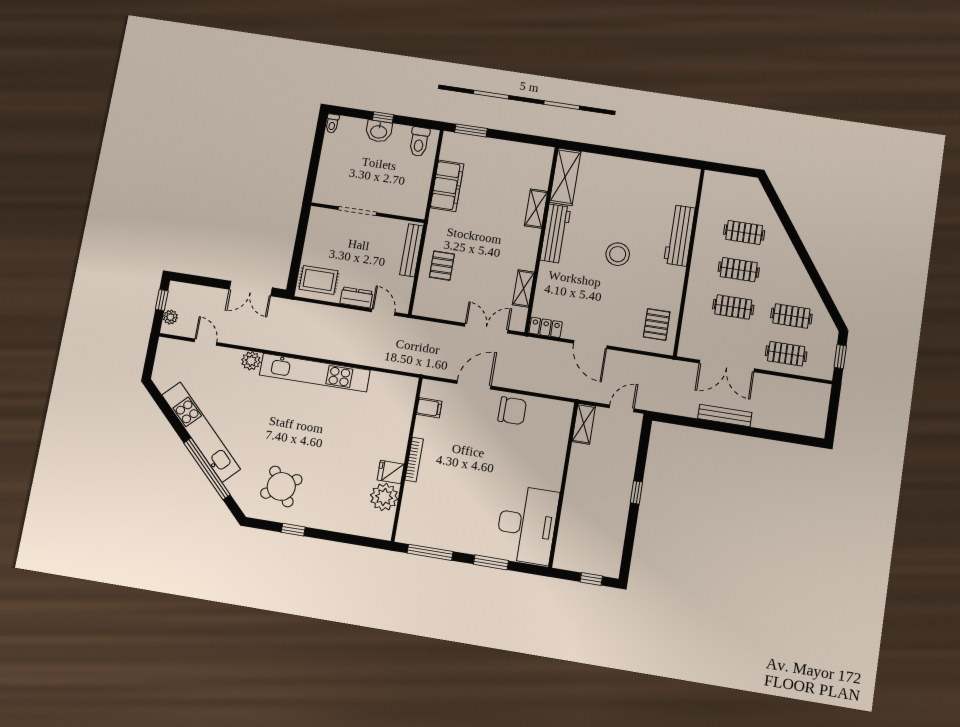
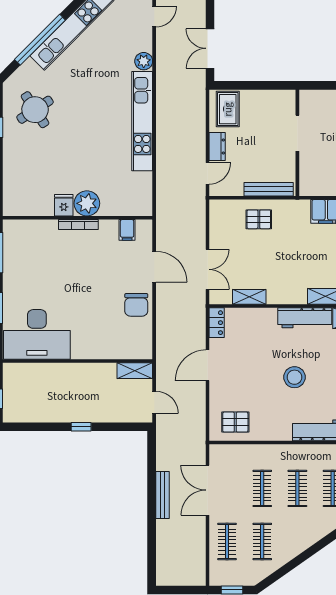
plant: (384, 497) -> (87, 203), moved

